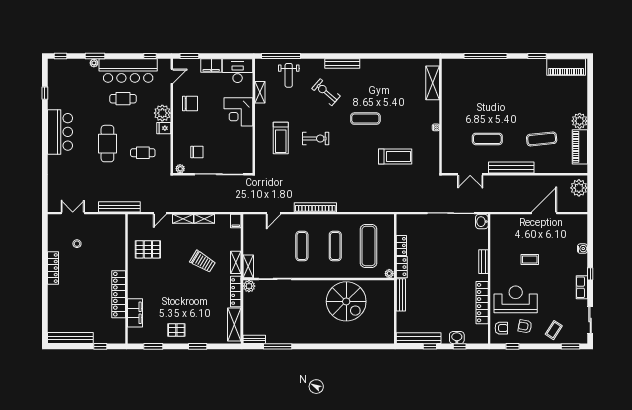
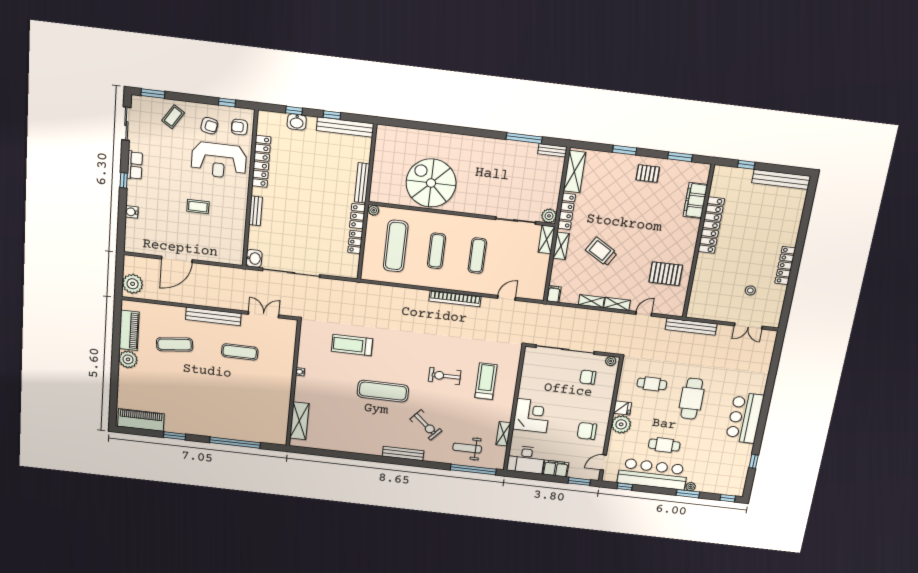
weight bench: (289, 75) -> (467, 448), turned -90
exercise mat: (365, 119) -> (383, 391), width x1.36, depth x1.45

